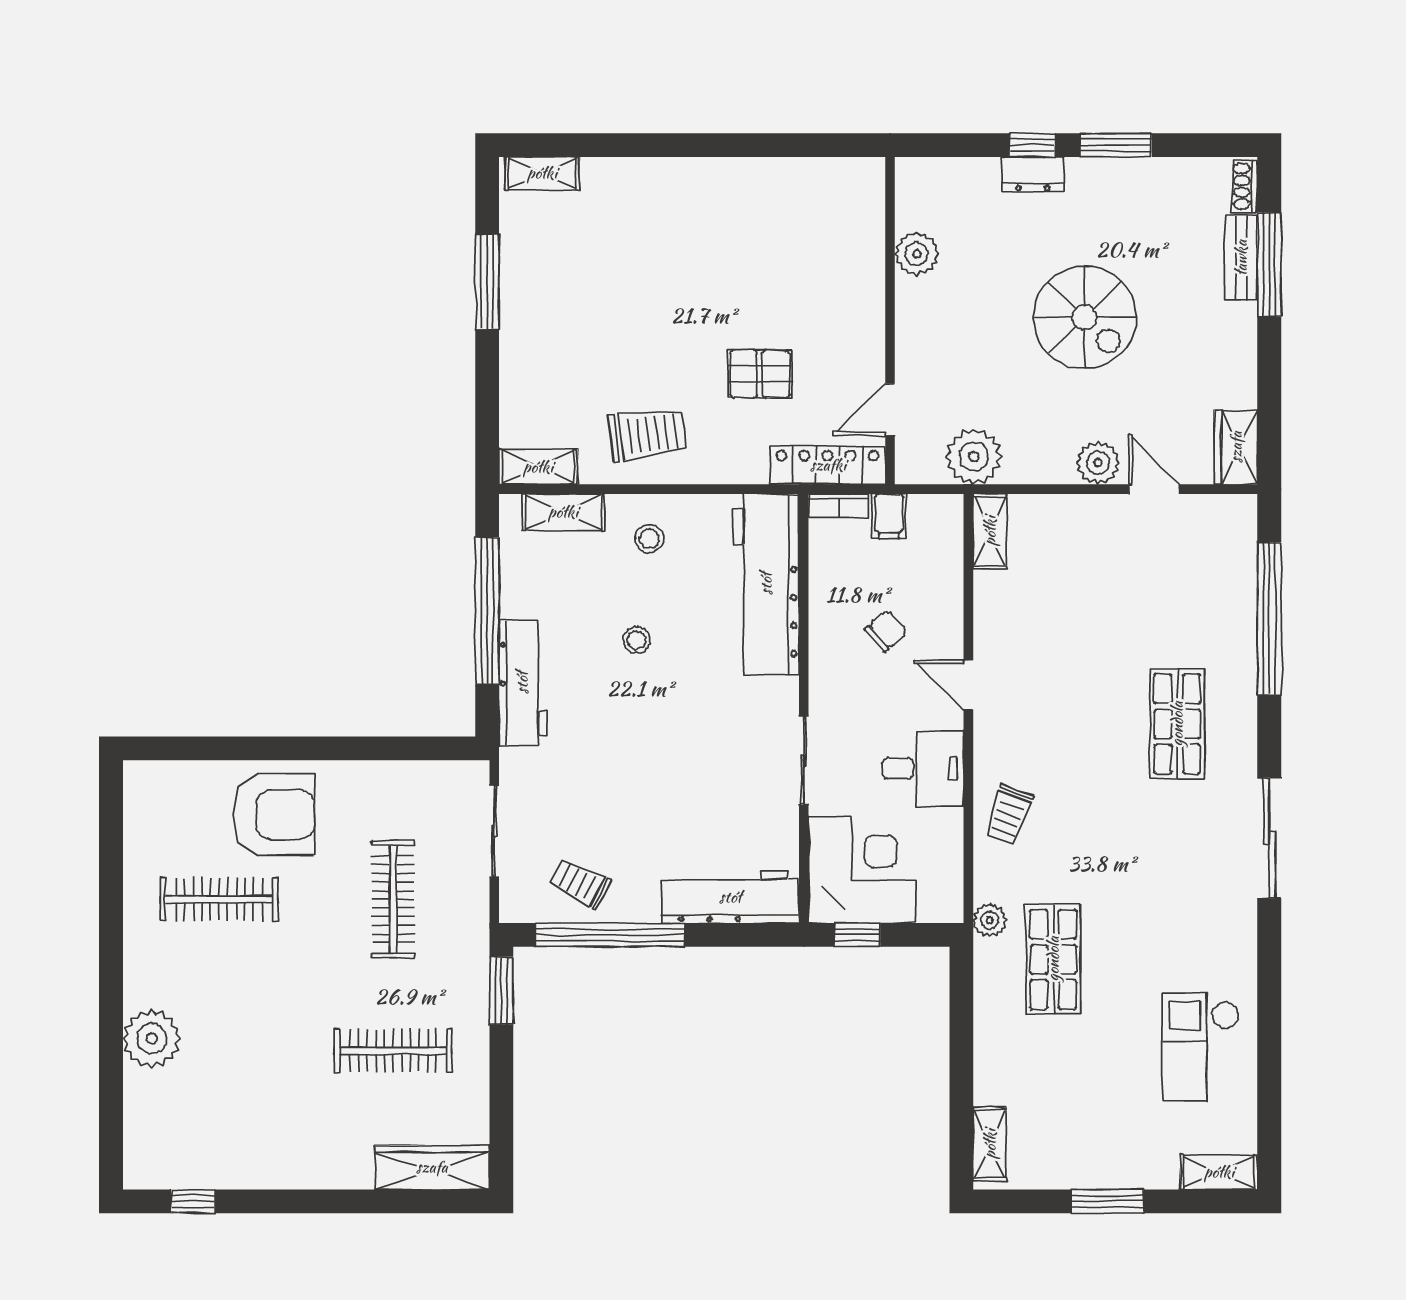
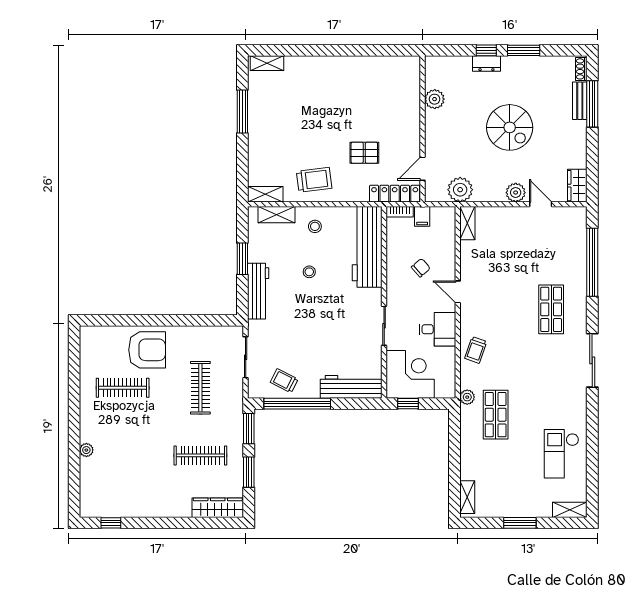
window: (487, 611) -> (242, 259), width x0.47
plant: (152, 1039) -> (86, 450), width x0.53, depth x0.53
window: (501, 1088) -> (249, 472), added

